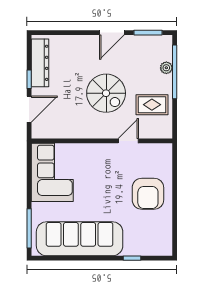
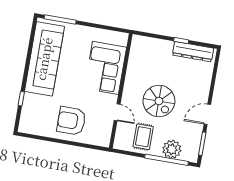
door: (112, 33) -> (207, 114), hinge flipped
plant: (166, 68) -> (172, 149), width x1.87, depth x1.87
spiral stairs: (106, 93) -> (159, 101), turned -90
door: (29, 109) -> (157, 36), removed
corner sofa: (52, 172) -> (105, 68), moved, turned 90

